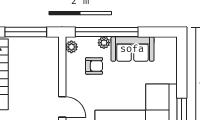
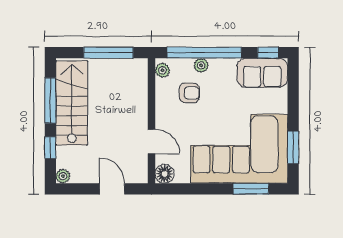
window: (160, 32) -> (268, 53), added
sofa: (132, 49) -> (262, 73), moved

